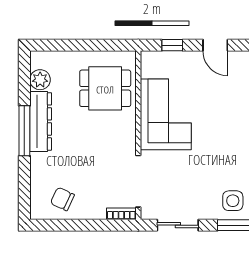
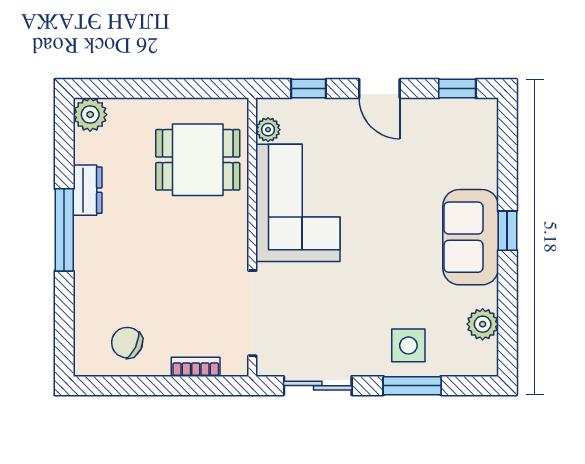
plant: (148, 70) -> (268, 130), added
plant: (40, 80) -> (90, 115), moved
dresser: (41, 121) -> (88, 190), width x0.51, depth x0.80
bookcase: (121, 214) -> (196, 367), moved

